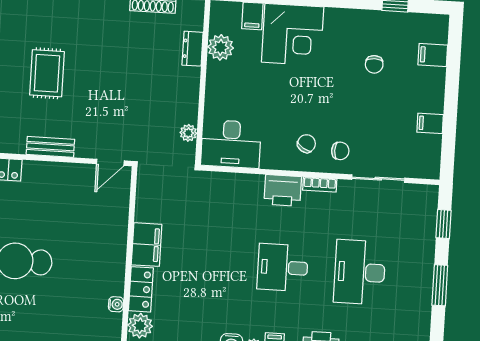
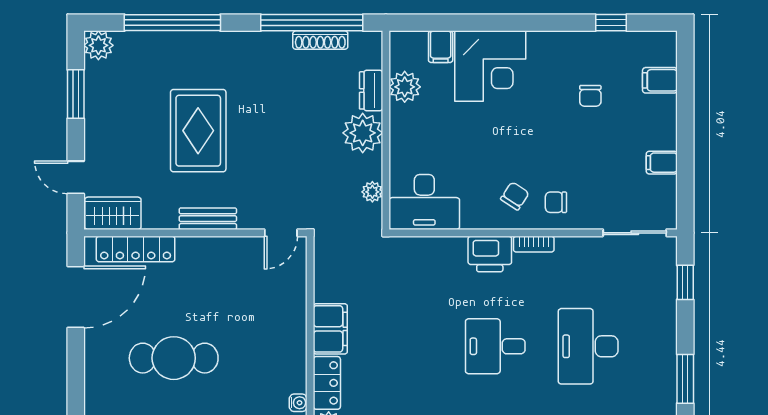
rug: (47, 73) -> (198, 131), width x1.36, depth x1.43
plant: (183, 84) -> (363, 133), added
chair: (340, 151) -> (556, 202), turned 180
sliding door: (378, 179) -> (635, 233), moved
window: (440, 285) -> (685, 379), moved

